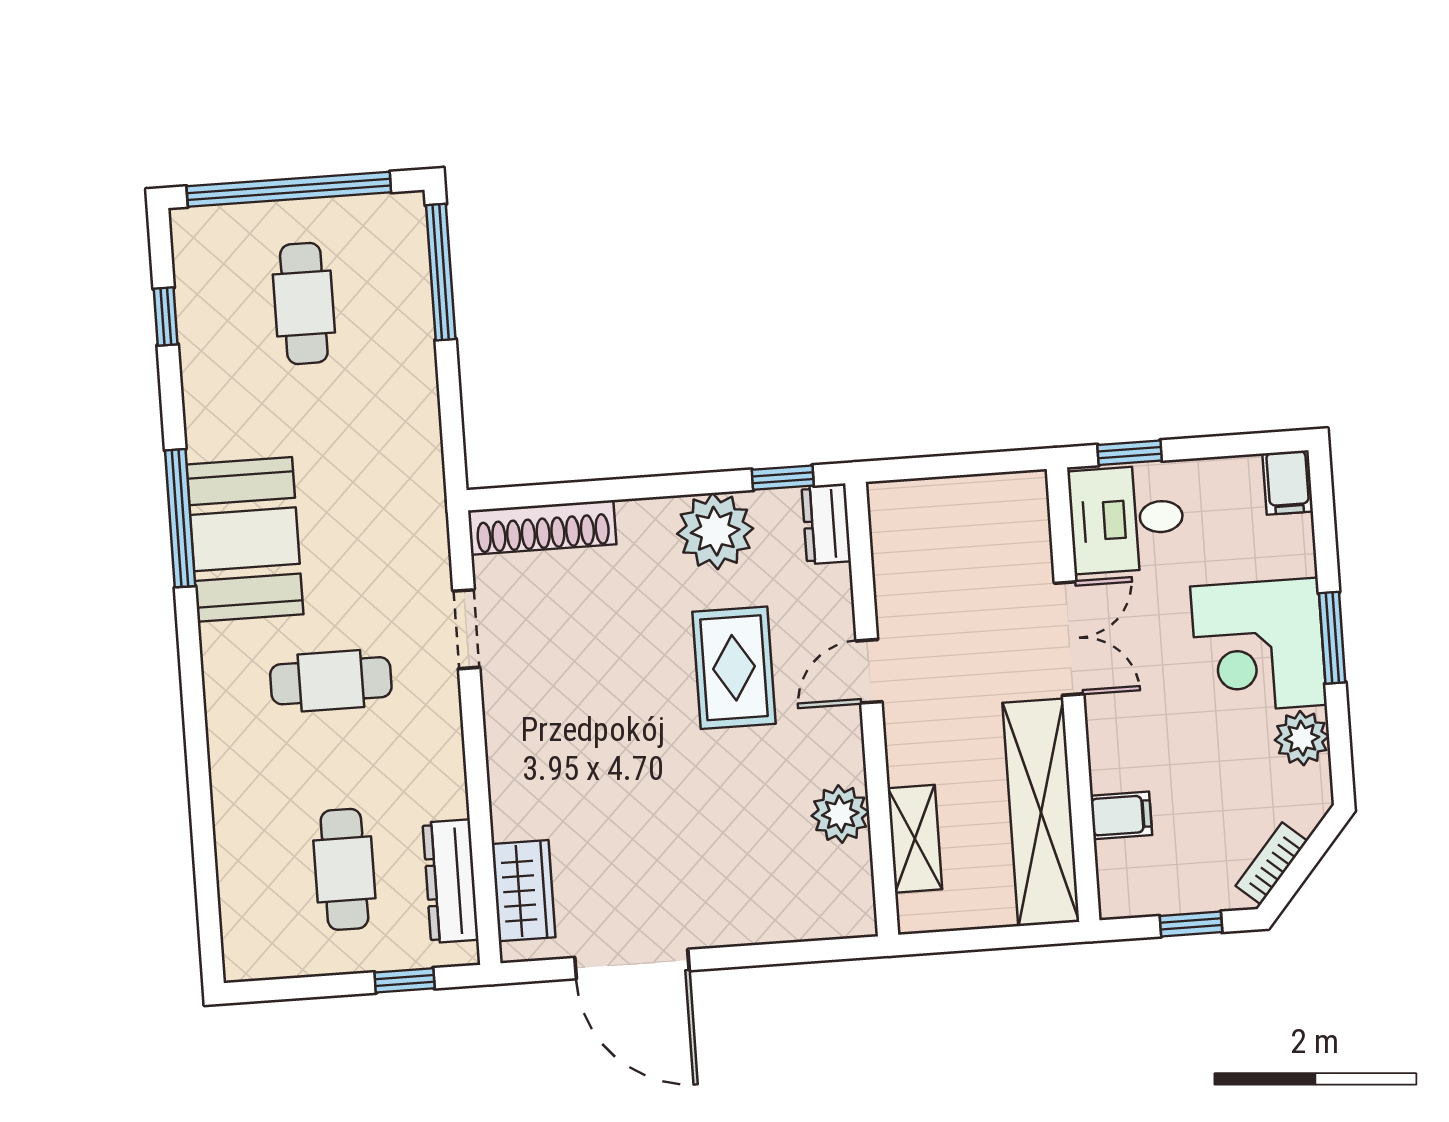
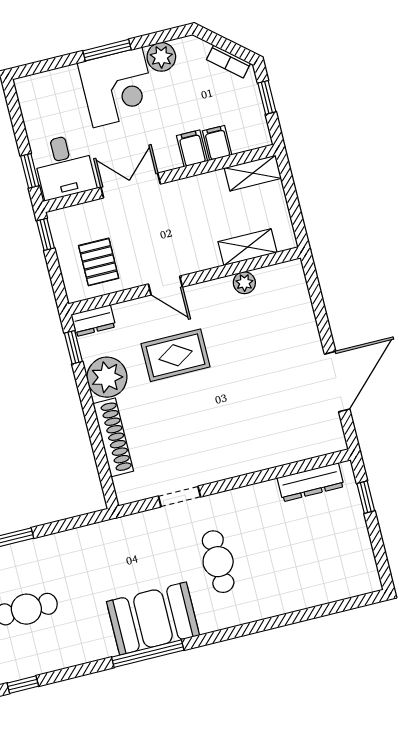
window: (166, 317) -> (23, 685), moved
window: (1005, 462) -> (45, 234), added
filing cabinet: (1288, 482) -> (192, 148), moved, turned -90
shoe rack: (543, 527) -> (113, 437), moved
pallet: (935, 553) -> (99, 262), added
shelving: (1041, 812) -> (253, 173), width x0.45, depth x0.75
plant: (840, 814) -> (244, 283), width x0.73, depth x0.73
cafe table: (344, 869) -> (314, 538), removed
wardrobe: (524, 891) -> (309, 444), removed

